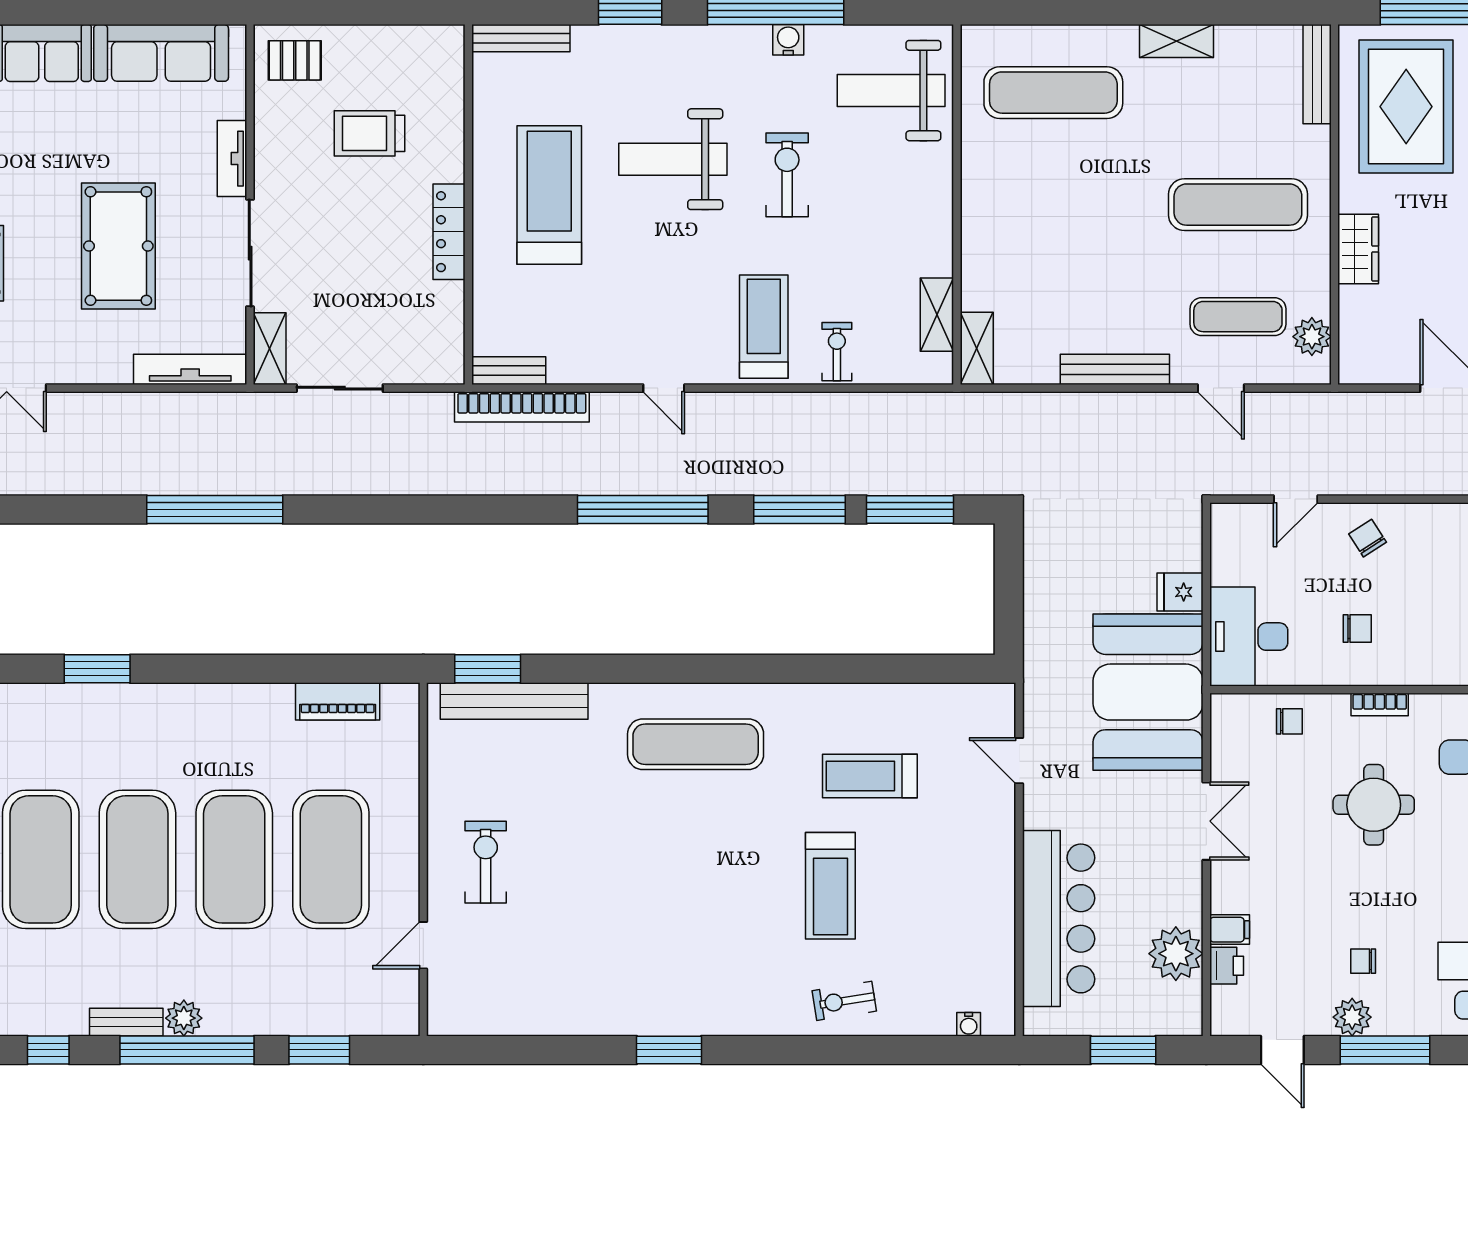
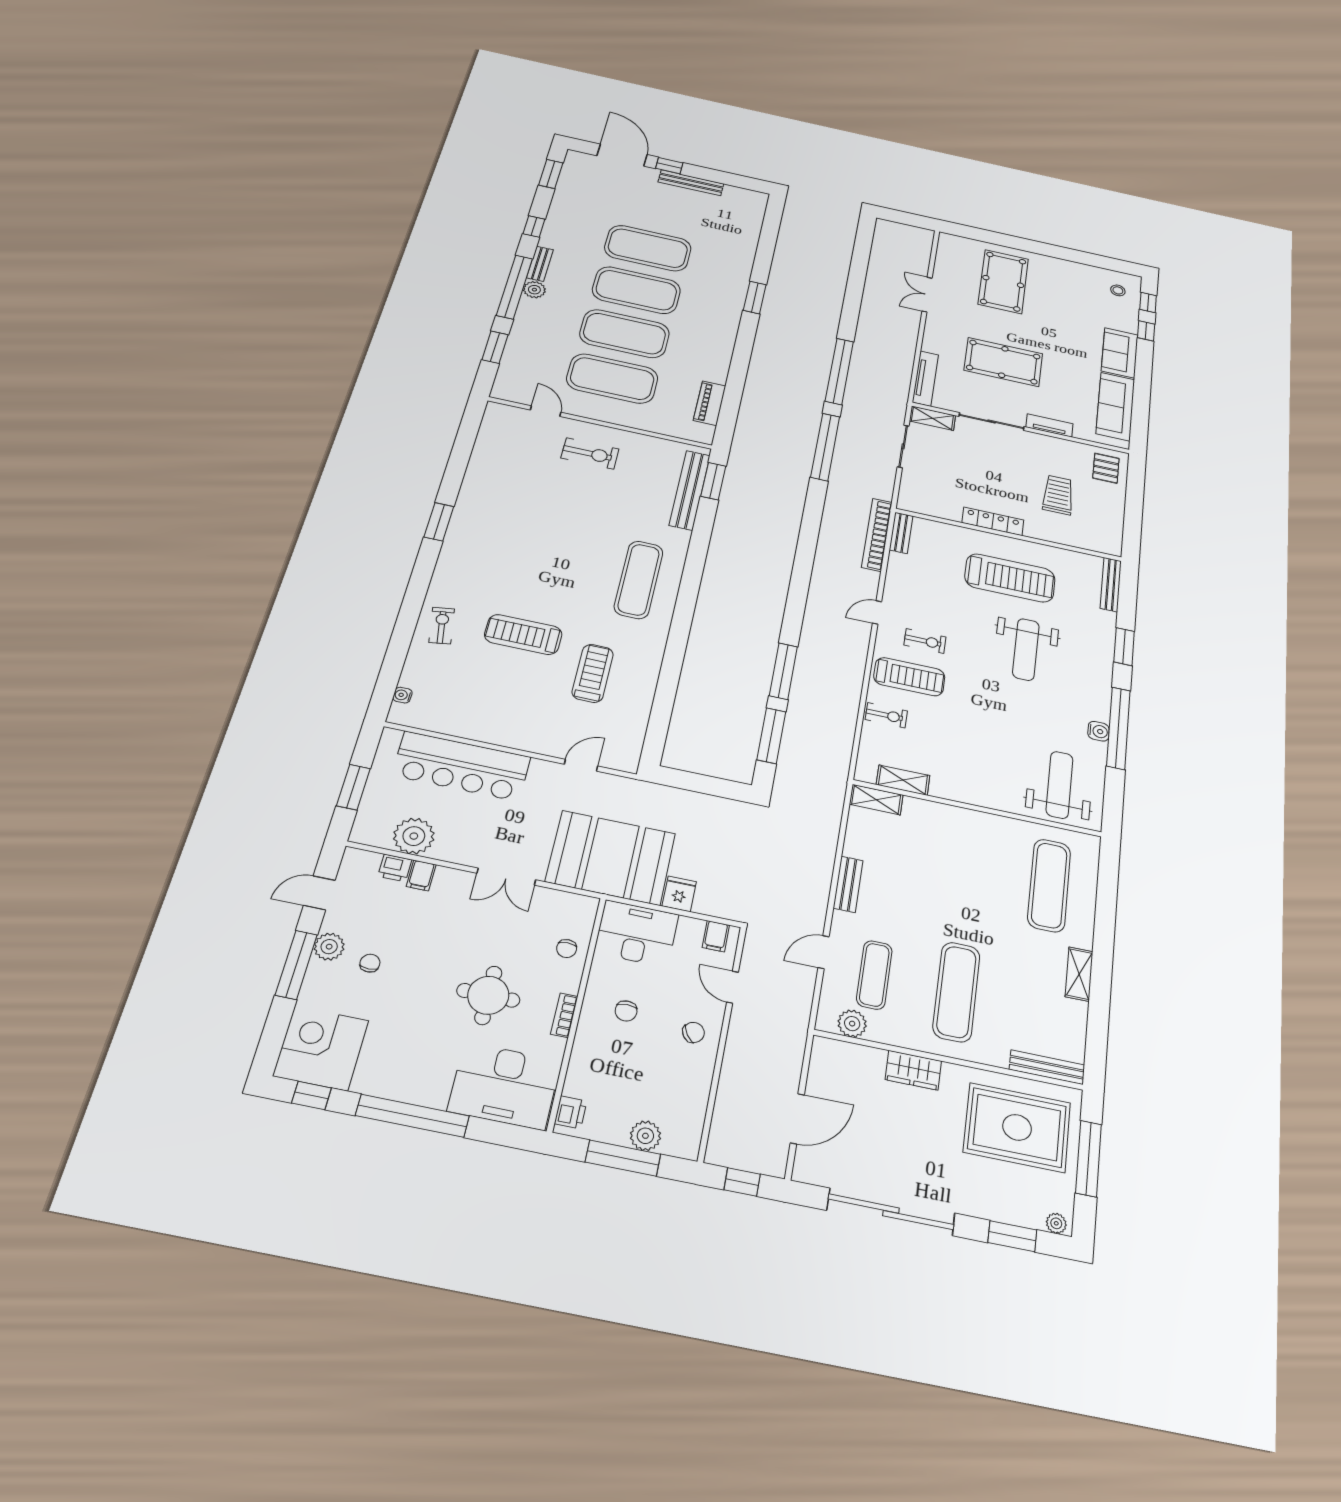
weight bench: (673, 159) -> (1026, 649), turned 180
exercise bike: (787, 175) -> (925, 641), moved, width x0.73, depth x0.72
bench: (1115, 369) -> (848, 884), width x0.73
window: (643, 509) -> (825, 447), moved
filing cabinet: (1230, 533) -> (716, 936), added

